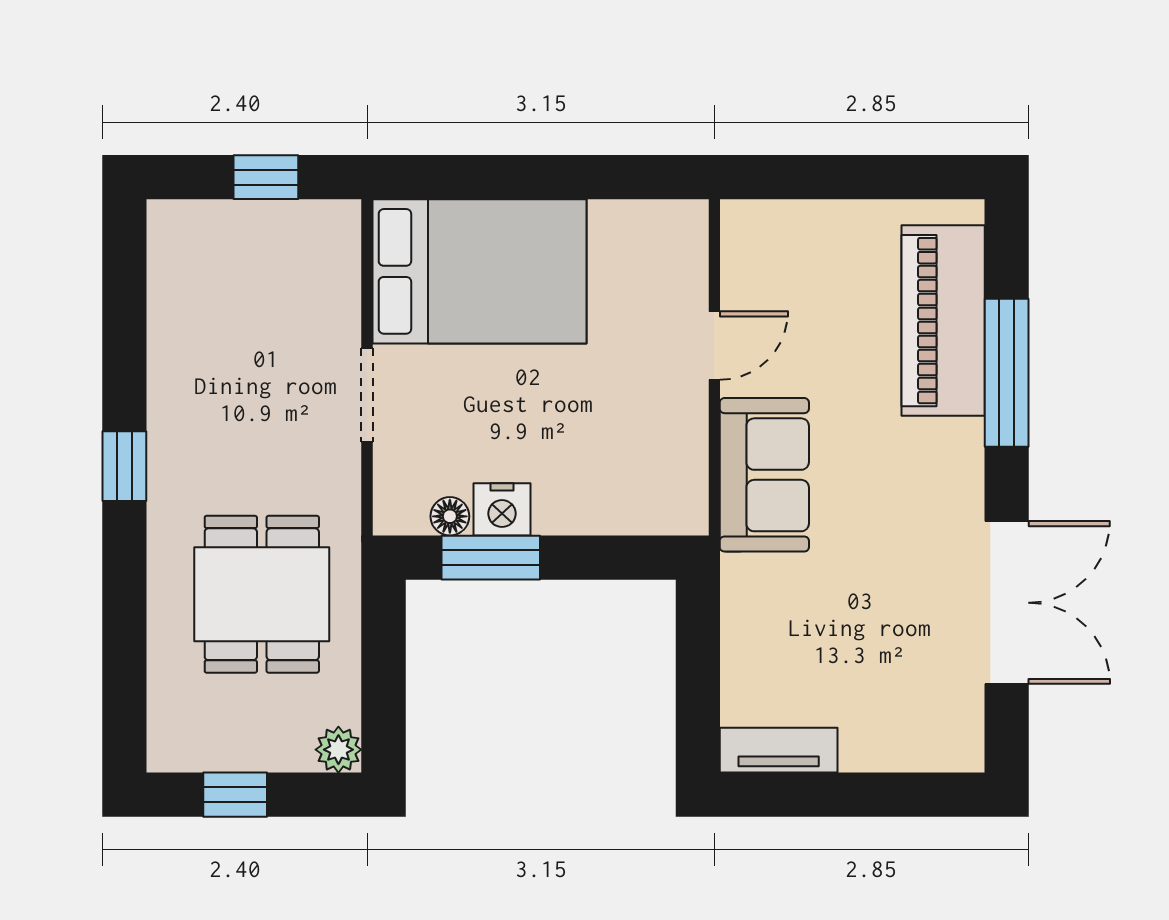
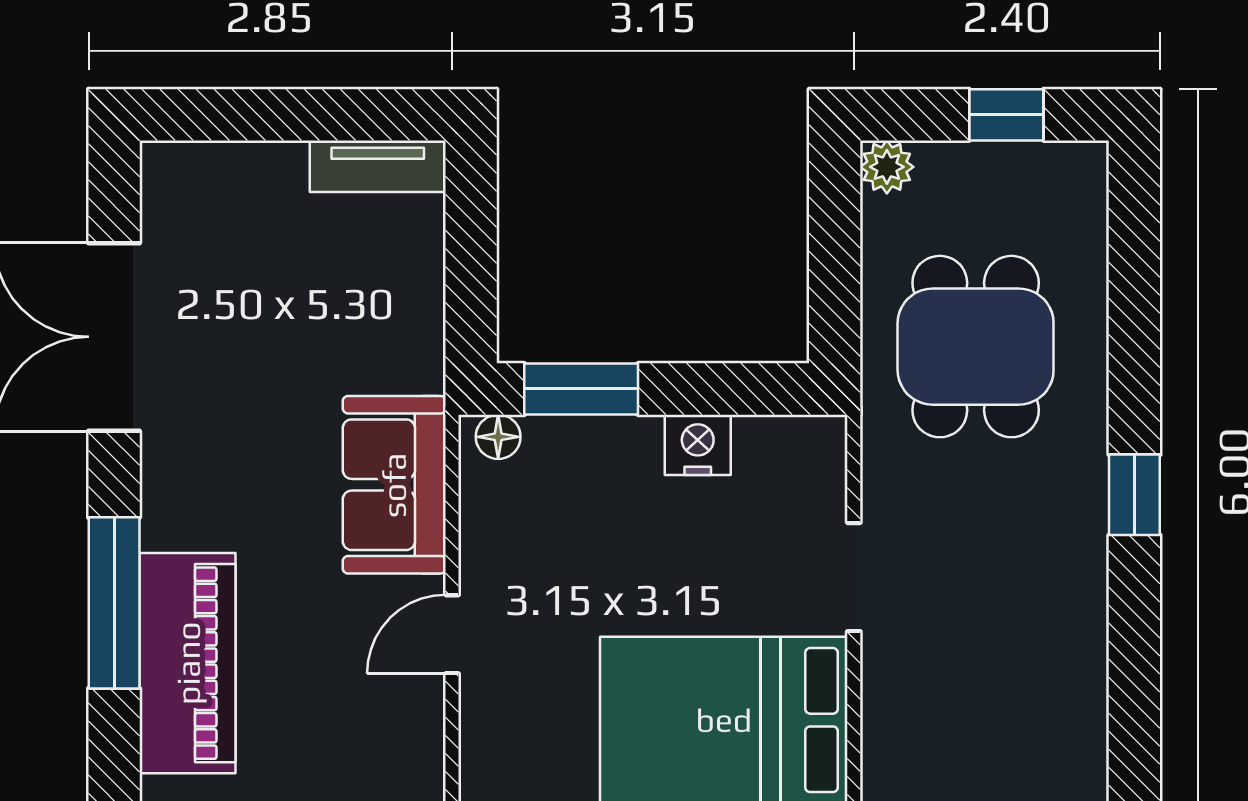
floor lamp: (450, 516) -> (498, 437), moved
window: (491, 558) -> (581, 389), moved

